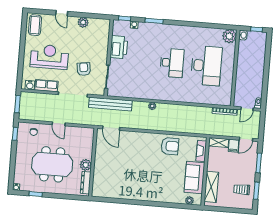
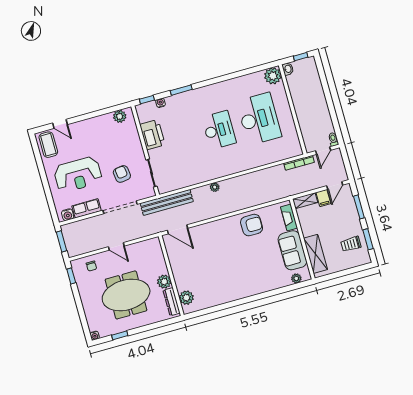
door: (62, 13) -> (60, 124), moved
plant: (83, 22) -> (120, 116), moved
reception desk: (49, 57) -> (78, 175), turned 180
plant: (98, 184) -> (186, 298), added

